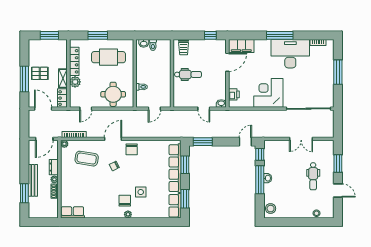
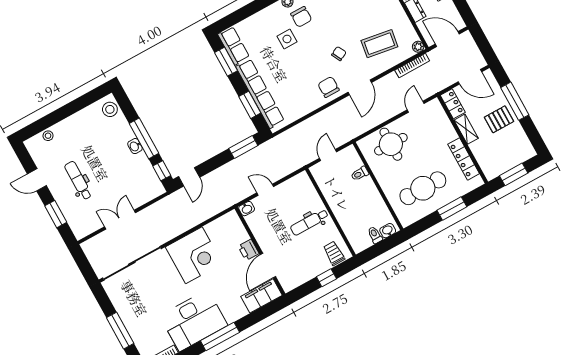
window: (210, 35) -> (326, 278), moved
plant: (75, 82) -> (448, 133), removed
printer: (234, 94) -> (249, 250), moved
door: (44, 139) -> (447, 39), hinge flipped

